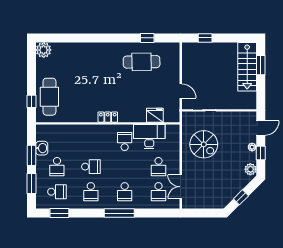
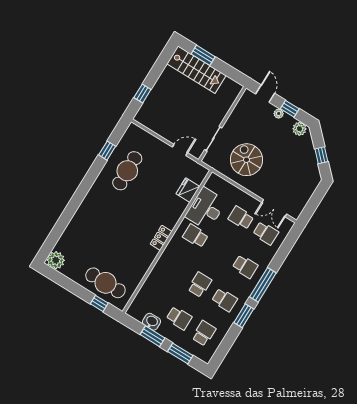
spiral stairs: (204, 144) -> (246, 160), turned -90
school desk: (159, 167) -> (241, 218), turned 180
window: (59, 213) -> (244, 316), moved

